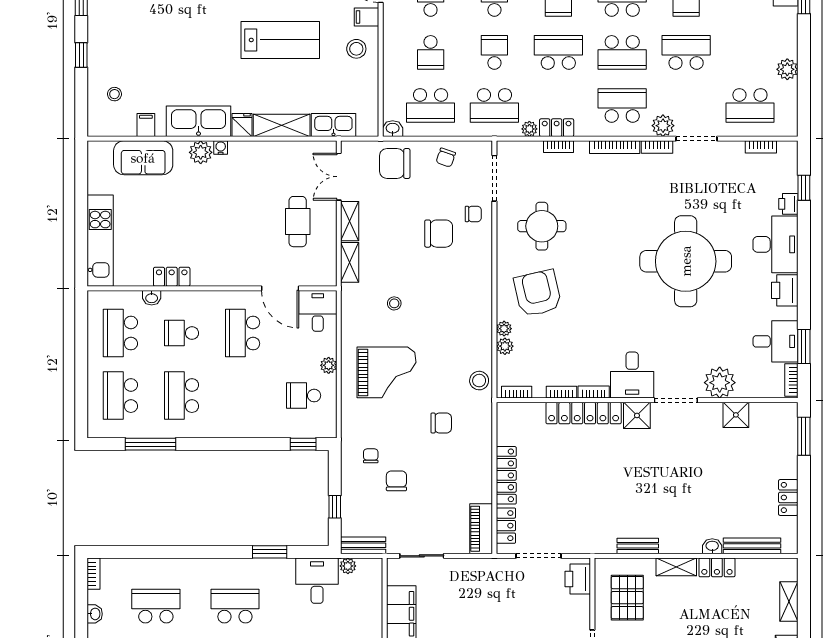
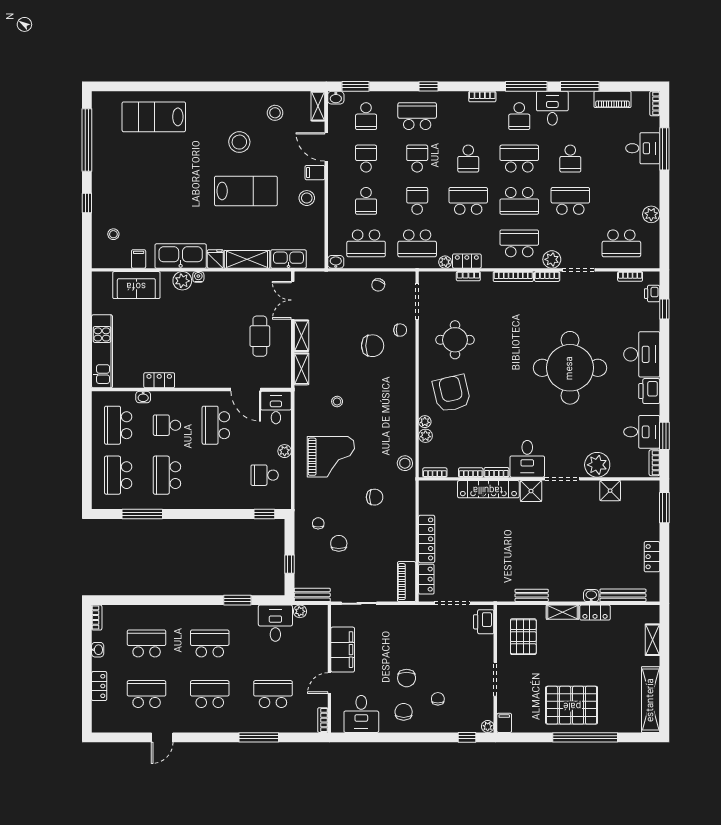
chair: (395, 163) -> (337, 290), removed
printer: (788, 204) -> (652, 294), moved

